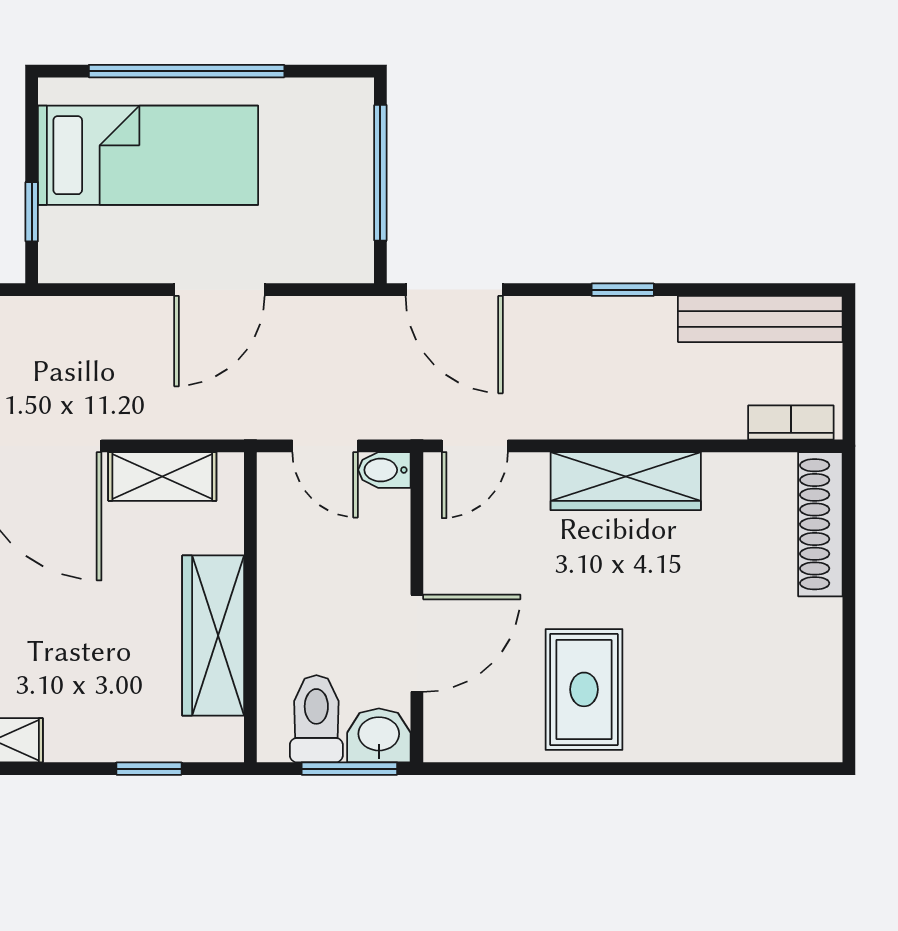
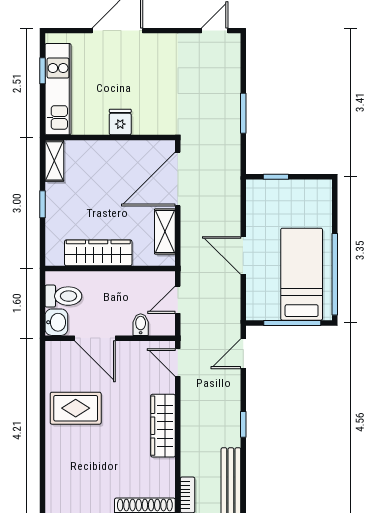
window: (187, 71) -> (335, 274), moved
bed: (148, 155) -> (302, 274), moved, turned 180
door: (454, 290) -> (243, 354), width x0.73
bidet: (384, 470) -> (141, 325), moved
window: (149, 769) -> (43, 204), moved
window: (349, 769) -> (43, 310), removed

